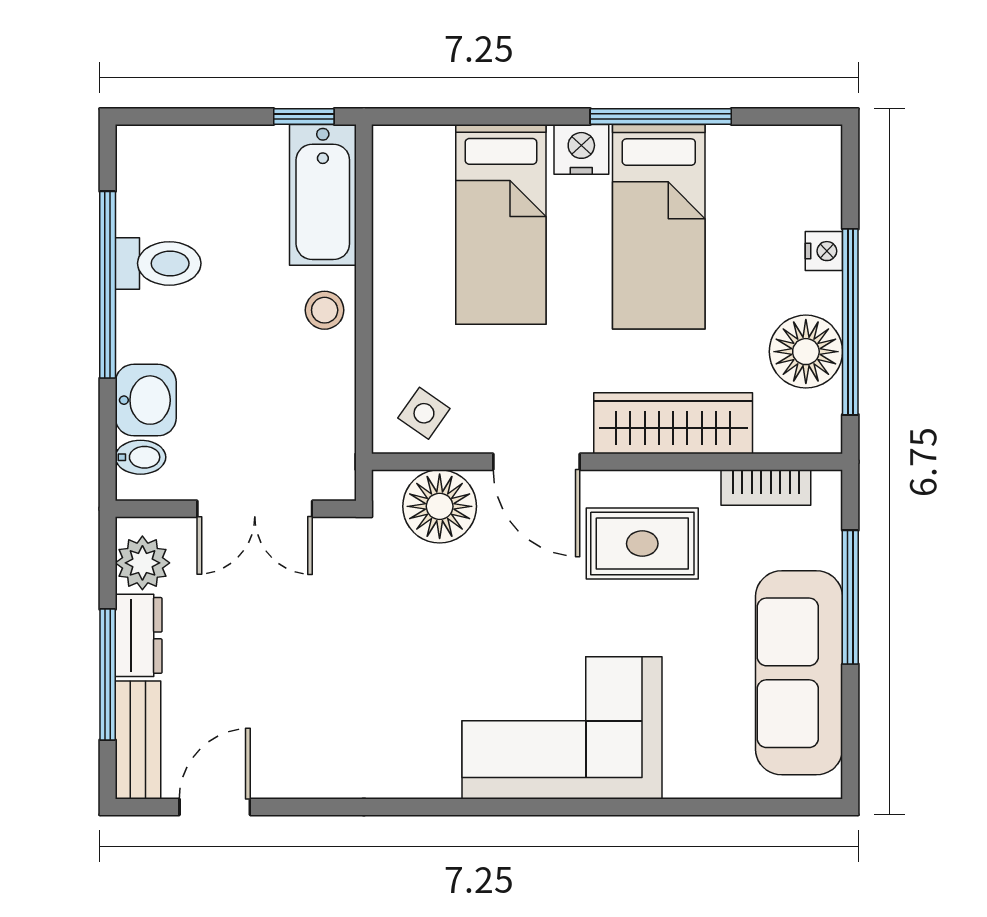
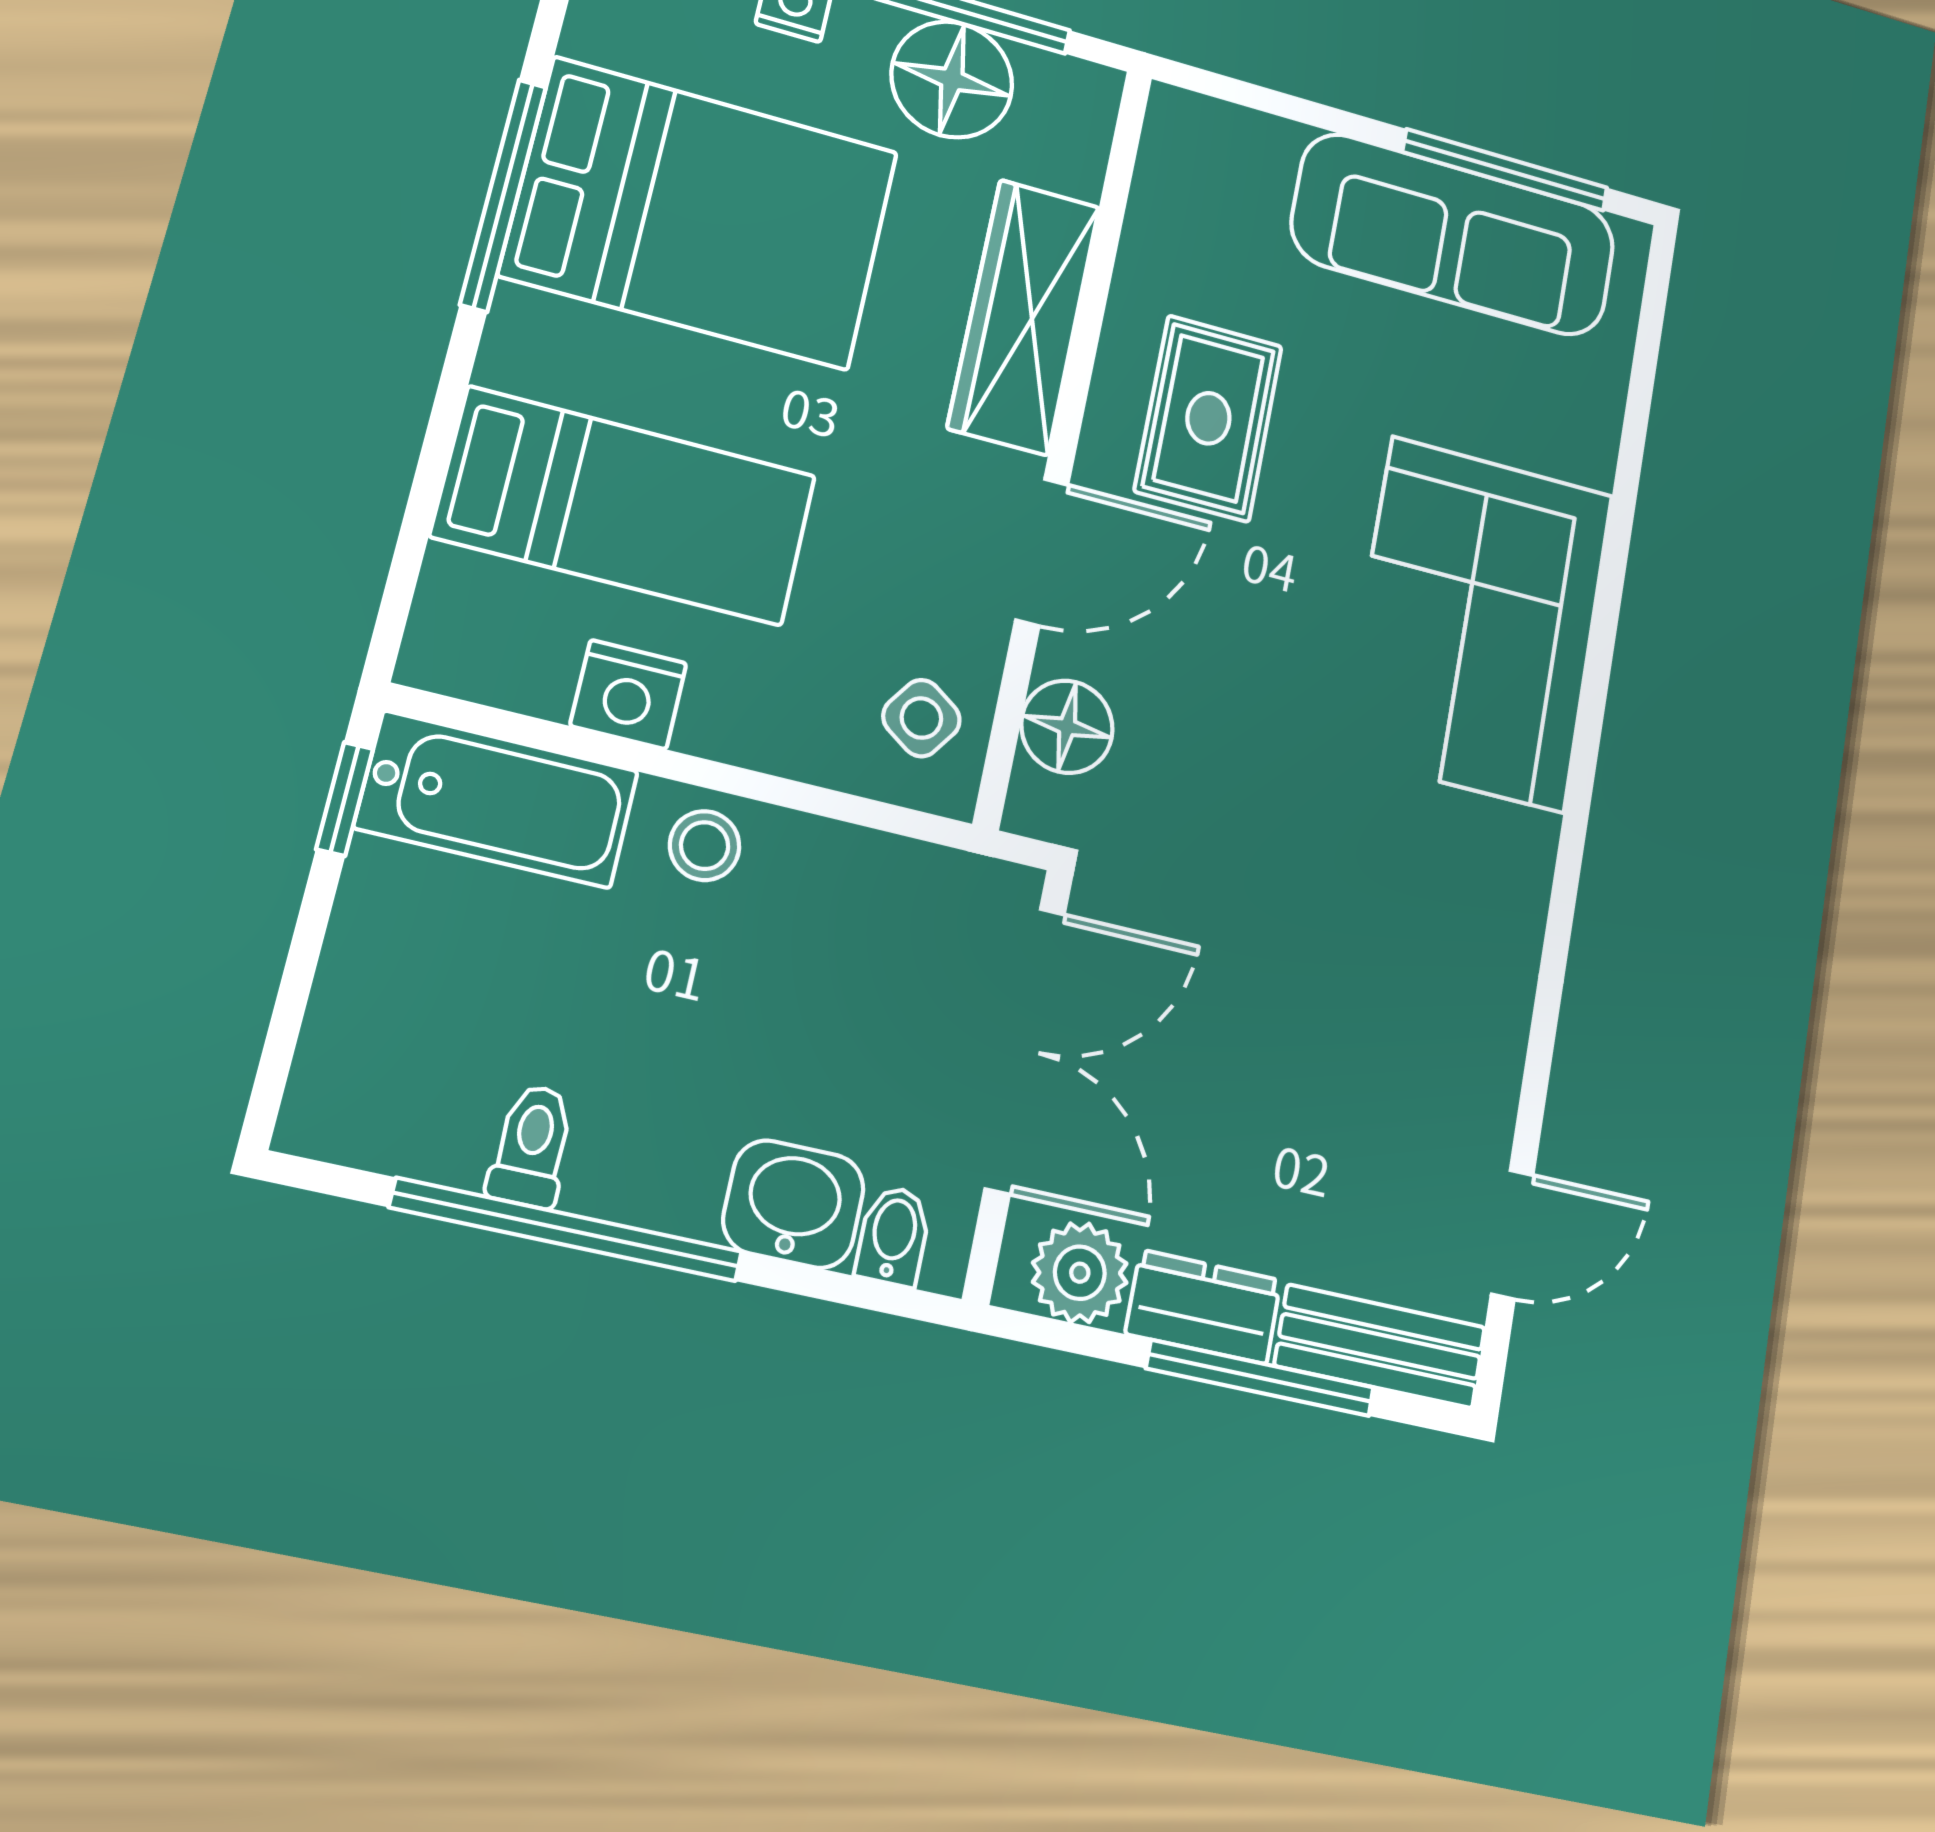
nightstand: (581, 149) -> (628, 694), moved, turned -90
bed: (659, 227) -> (701, 213), width x1.50
toilet: (158, 263) -> (532, 1146), width x0.73, depth x0.72
bookcase: (766, 487) -> (1157, 202), removed
floor lamp: (440, 506) -> (1067, 727), width x0.73, depth x0.73
double door: (255, 509) -> (1025, 1050), width x1.37
window: (850, 597) -> (1505, 170), moved
door: (215, 807) -> (1512, 1234), swing flipped

